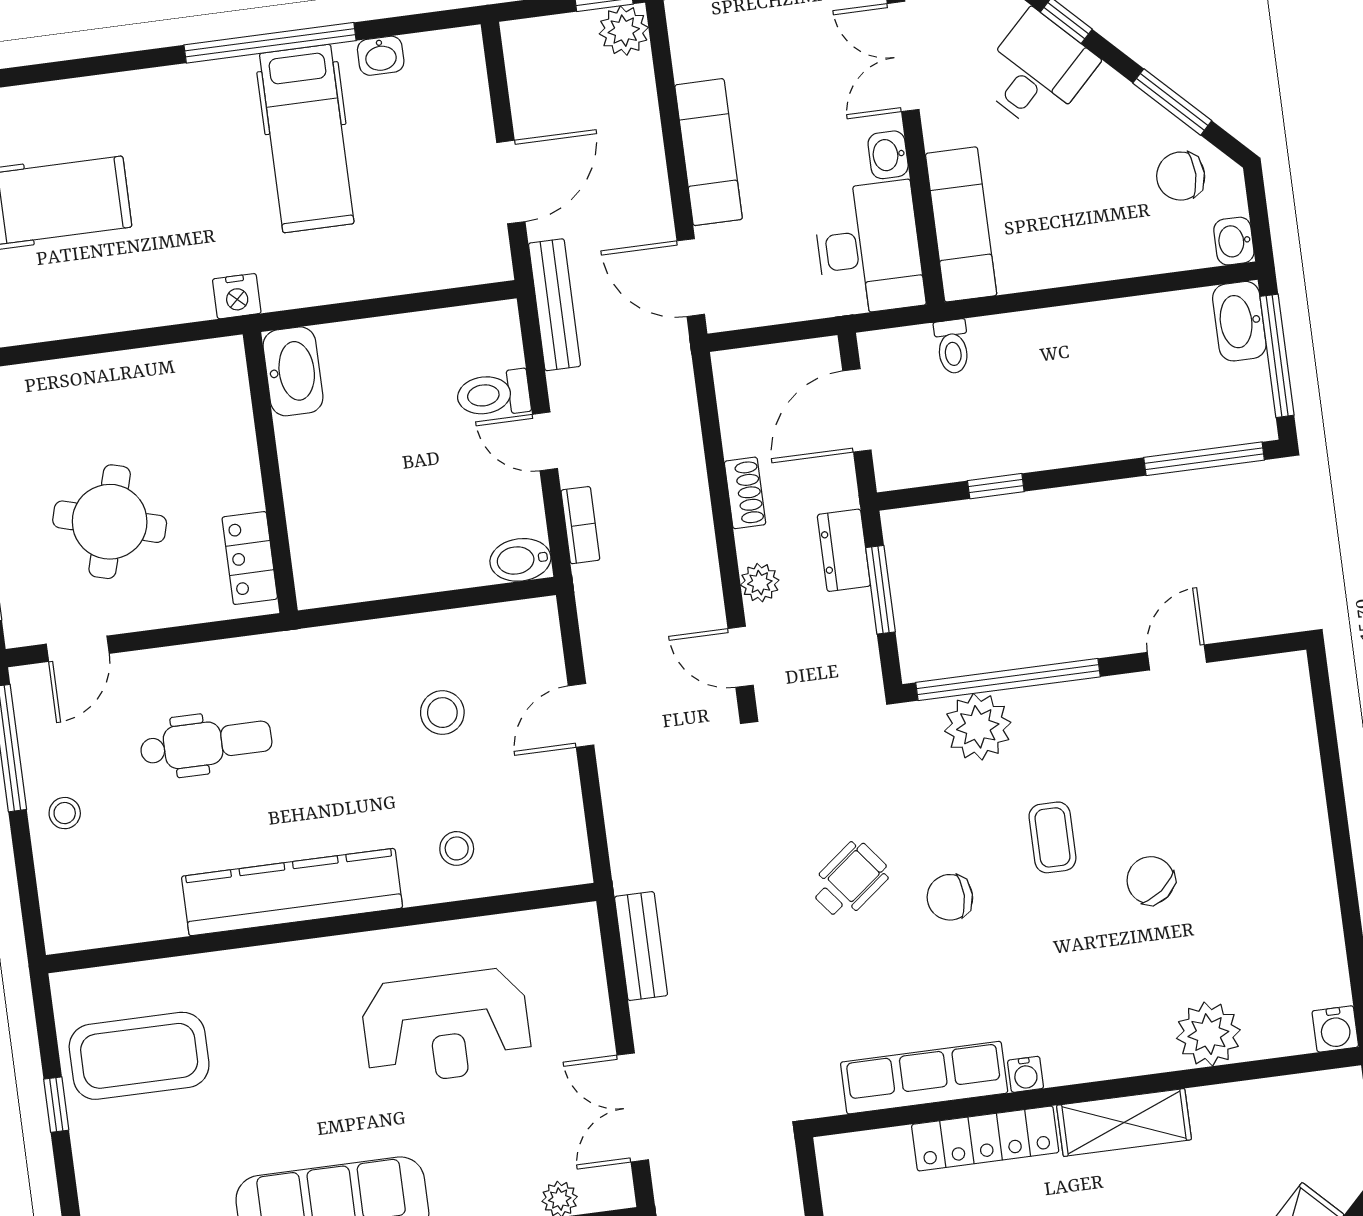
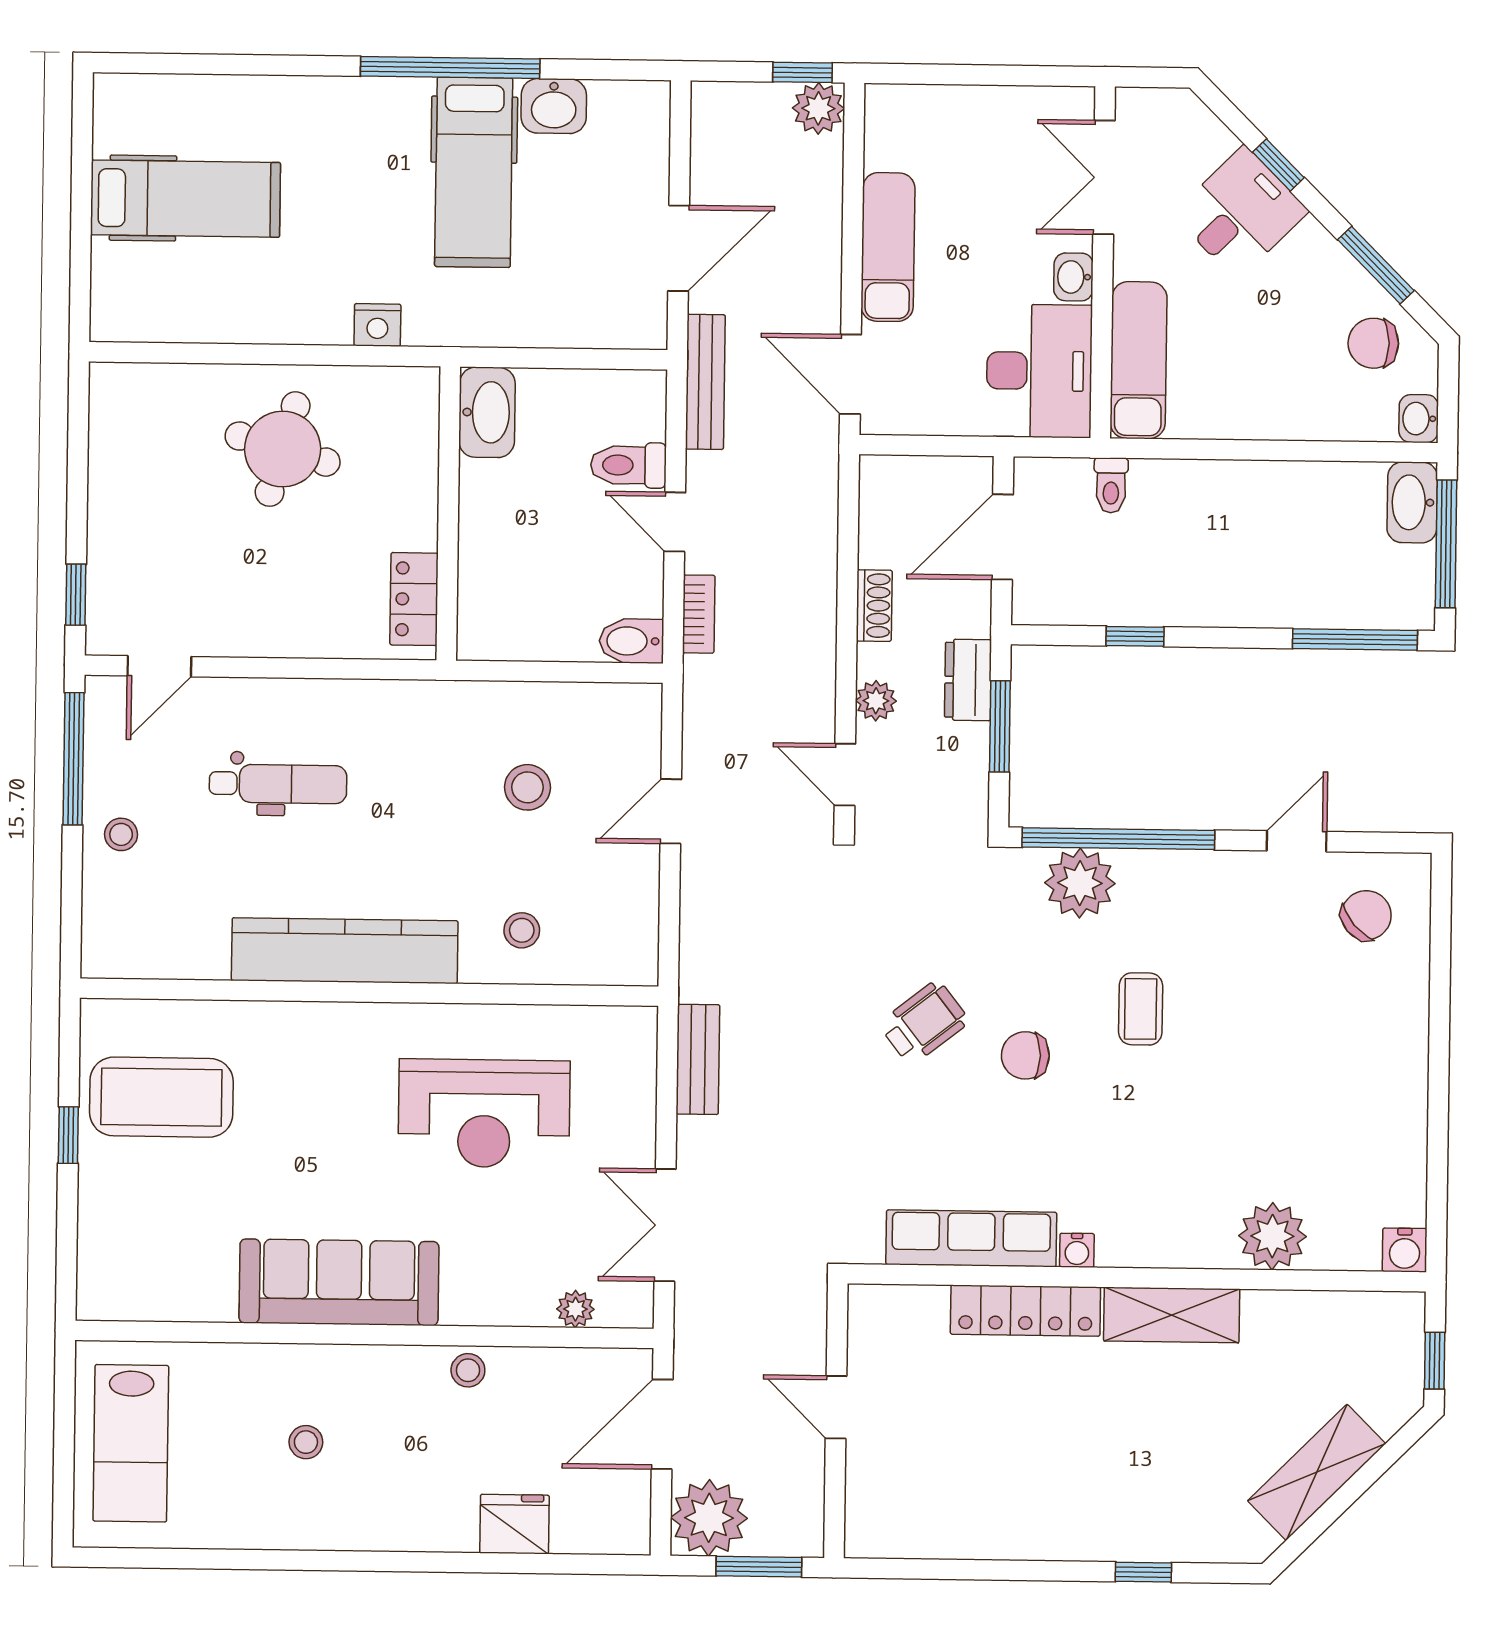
washbasin: (381, 56) -> (554, 106), width x1.38, depth x1.45
washbasin: (293, 371) -> (487, 412), moved
wall: (270, 472) -> (448, 514), moved
round table: (110, 522) -> (283, 449), moved
locker: (250, 558) -> (414, 599), moved
chair: (1151, 880) -> (1366, 915), moved, turned 87

